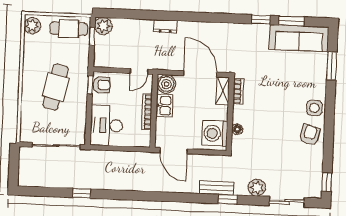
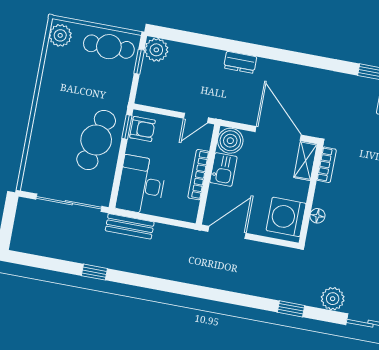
cafe table: (56, 87) -> (96, 140), moved
door: (174, 151) -> (227, 232), swing flipped
bench: (217, 188) -> (130, 226), moved

